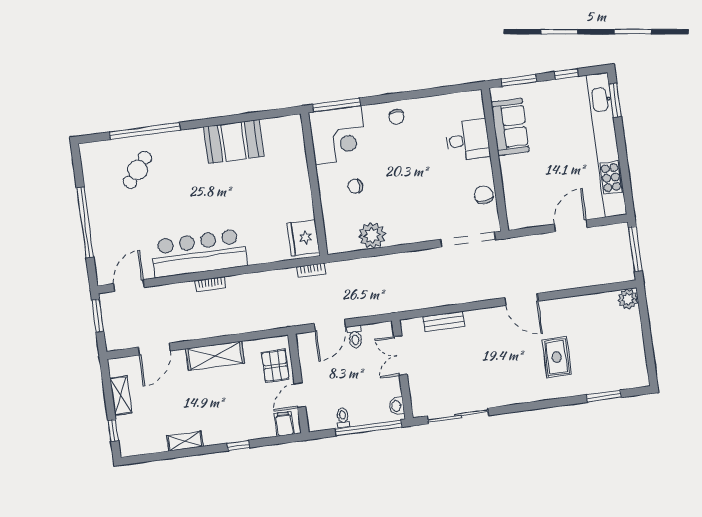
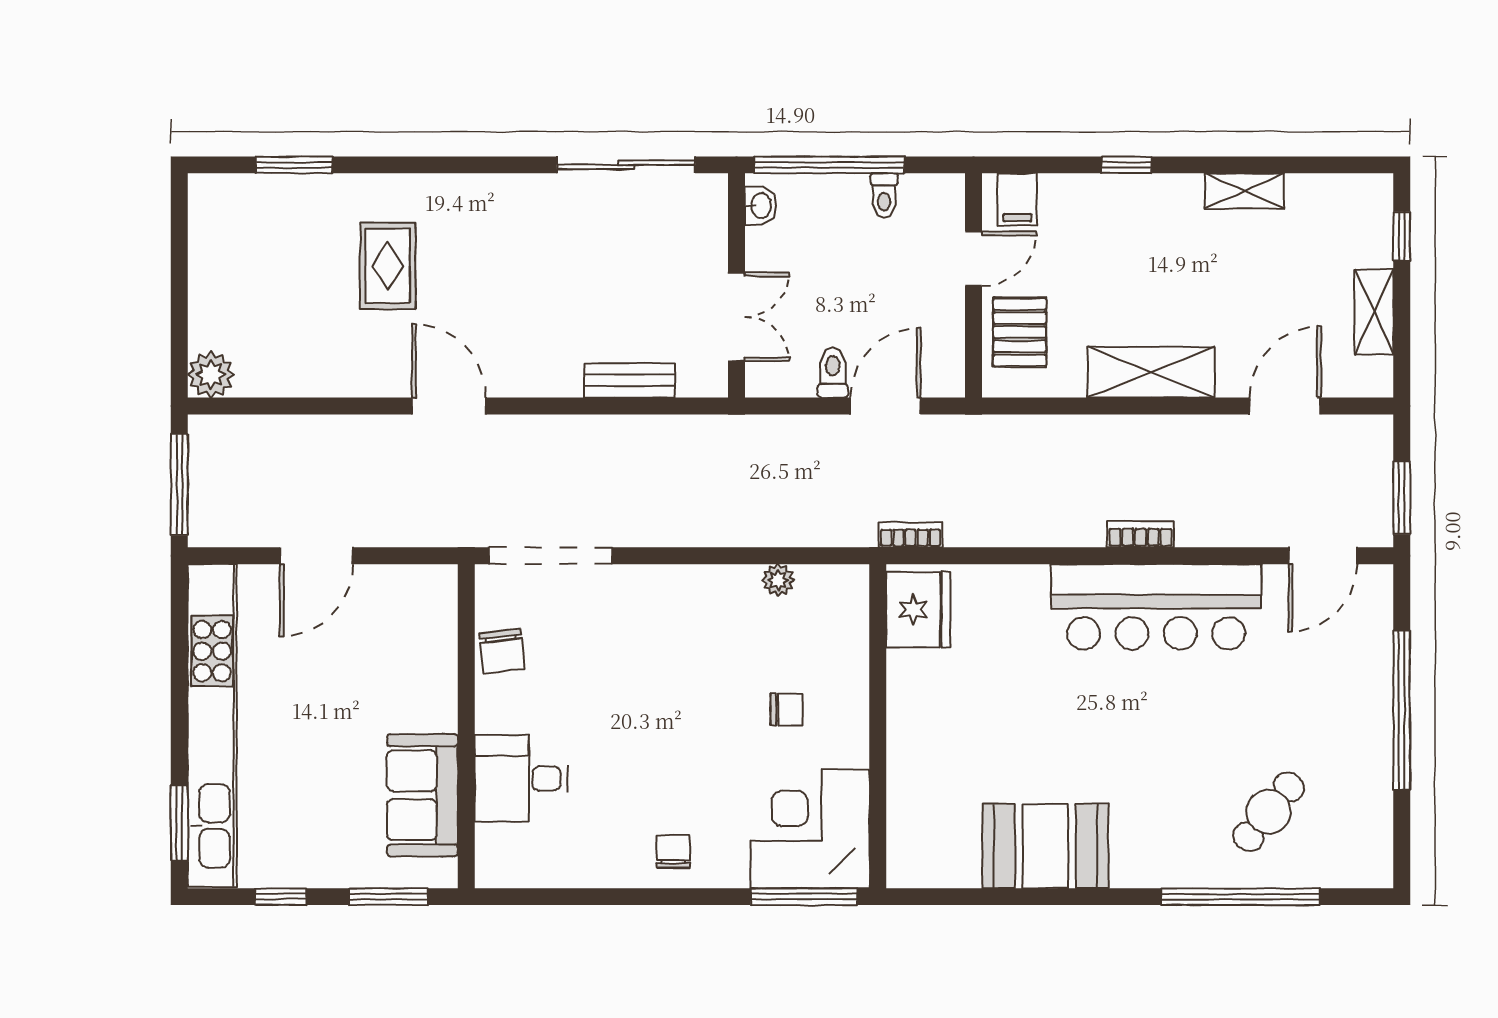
plant: (372, 235) -> (778, 580), width x0.53, depth x0.53

